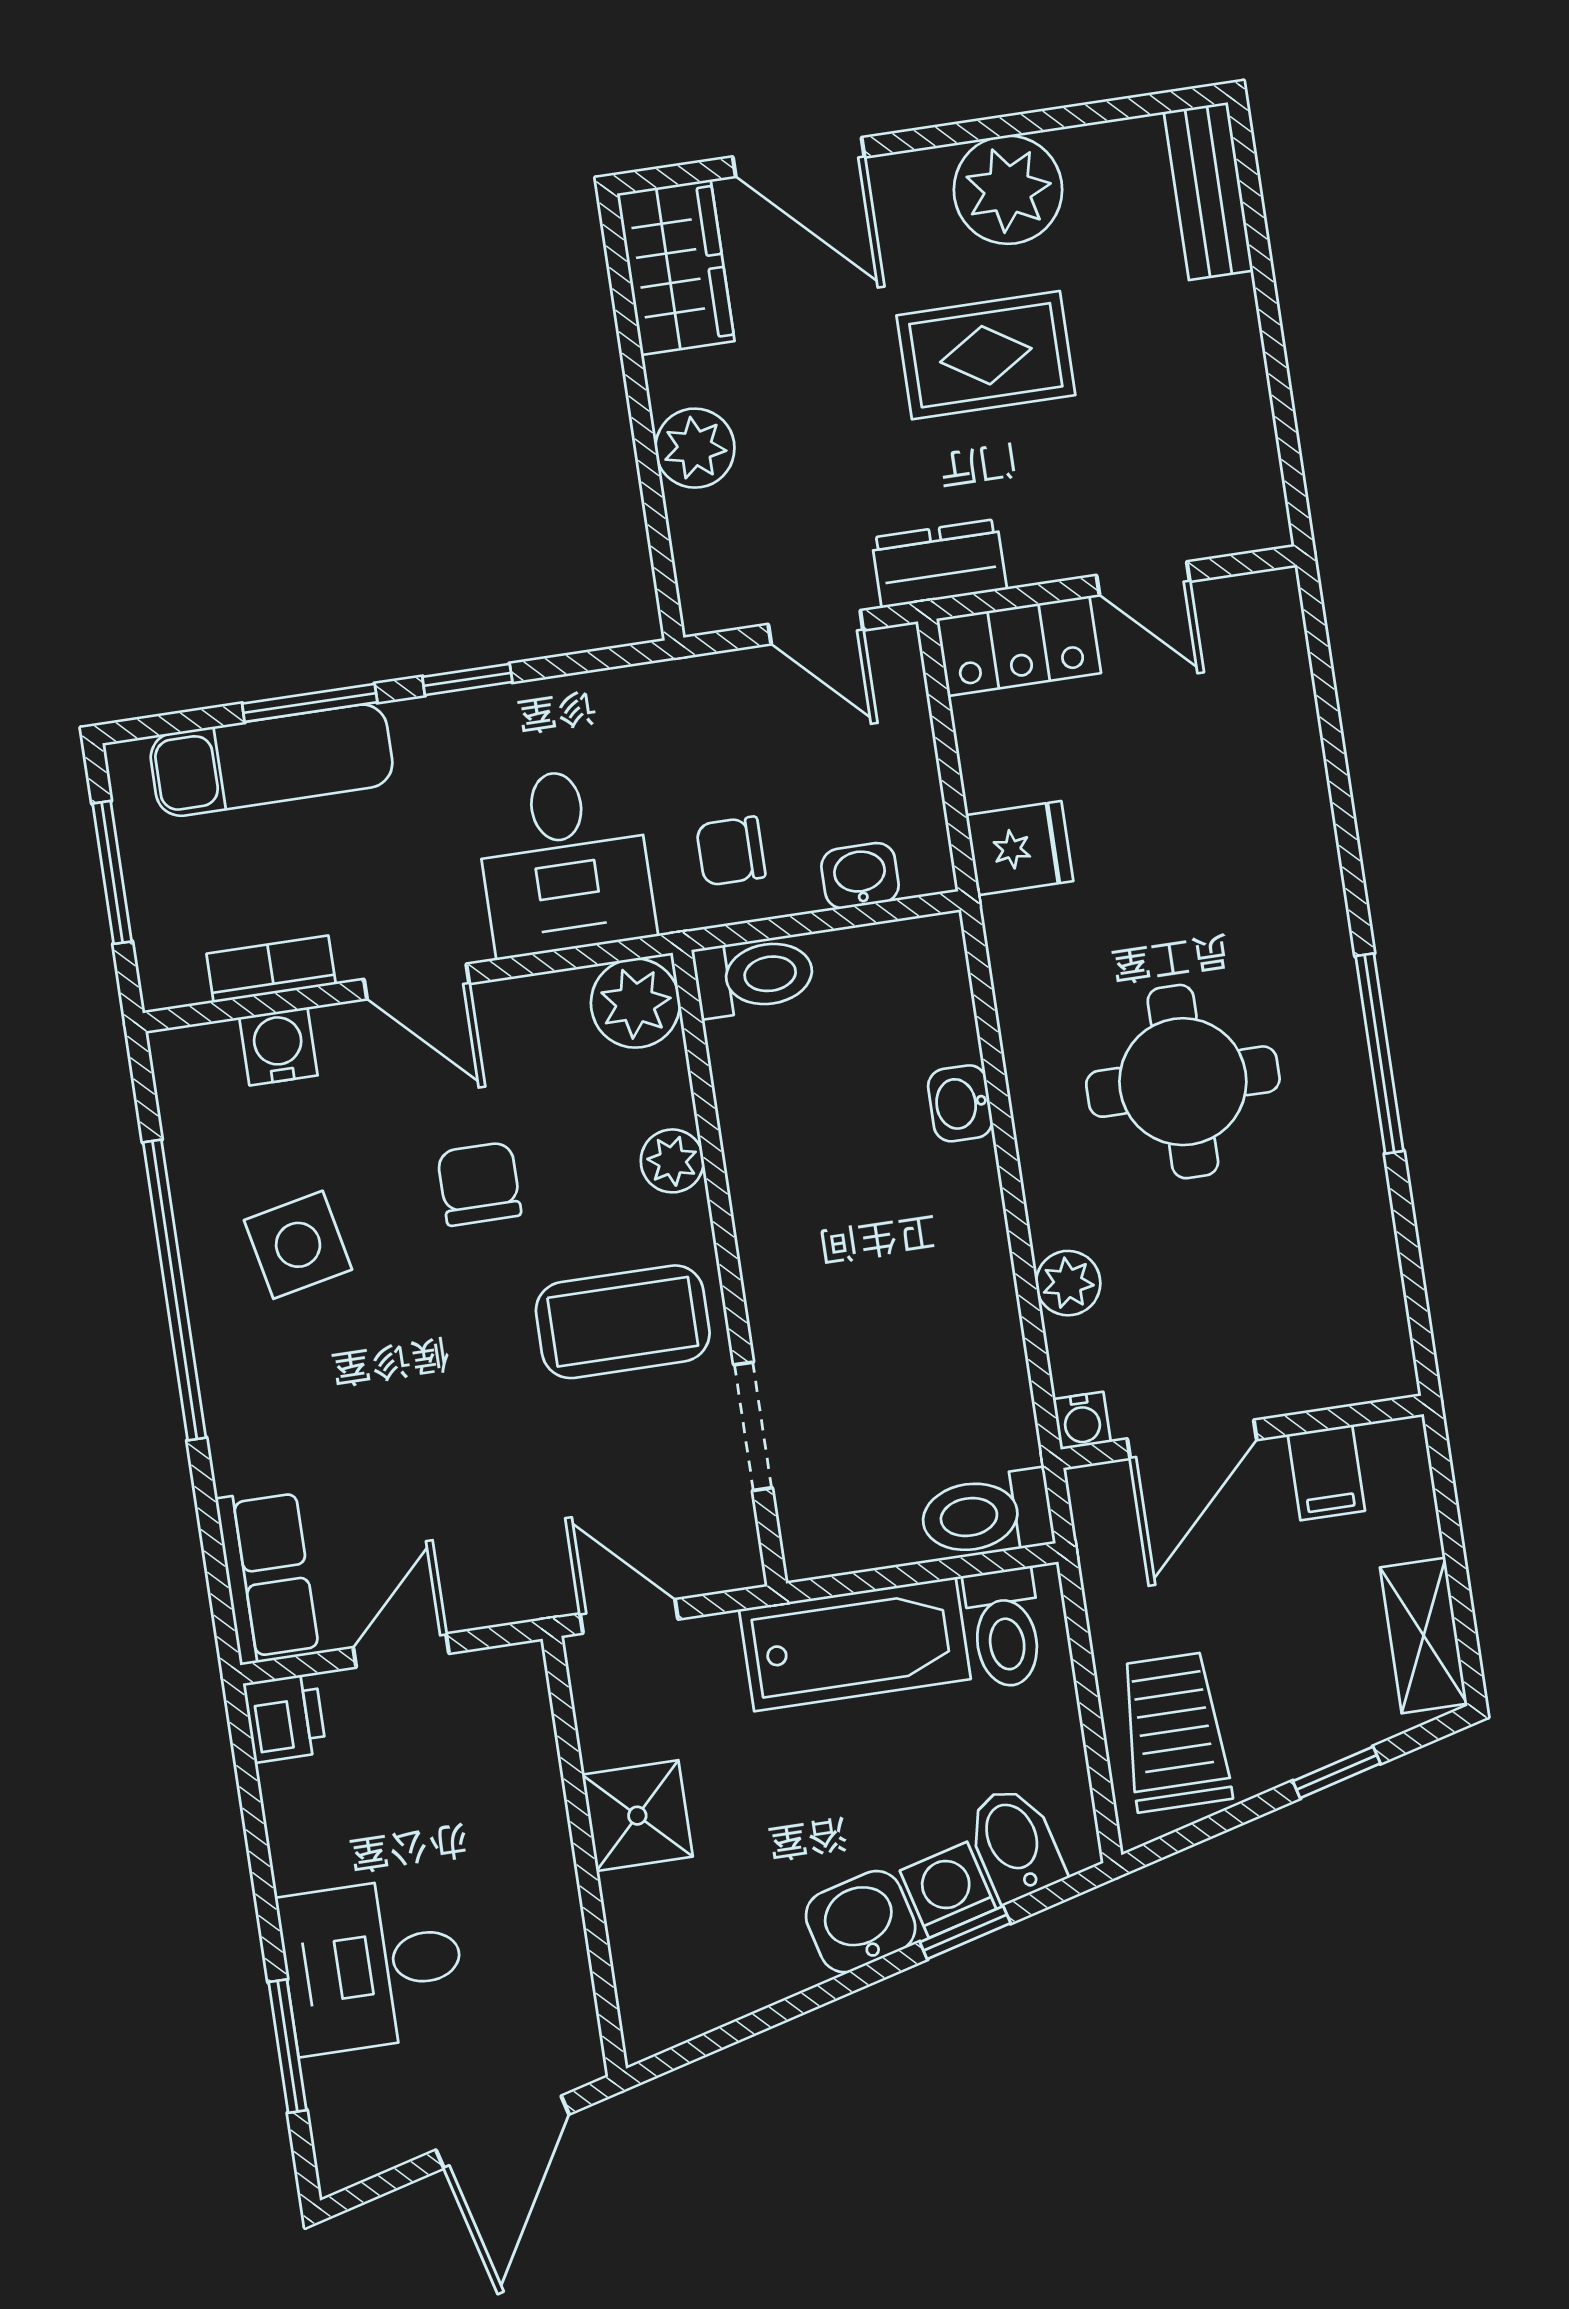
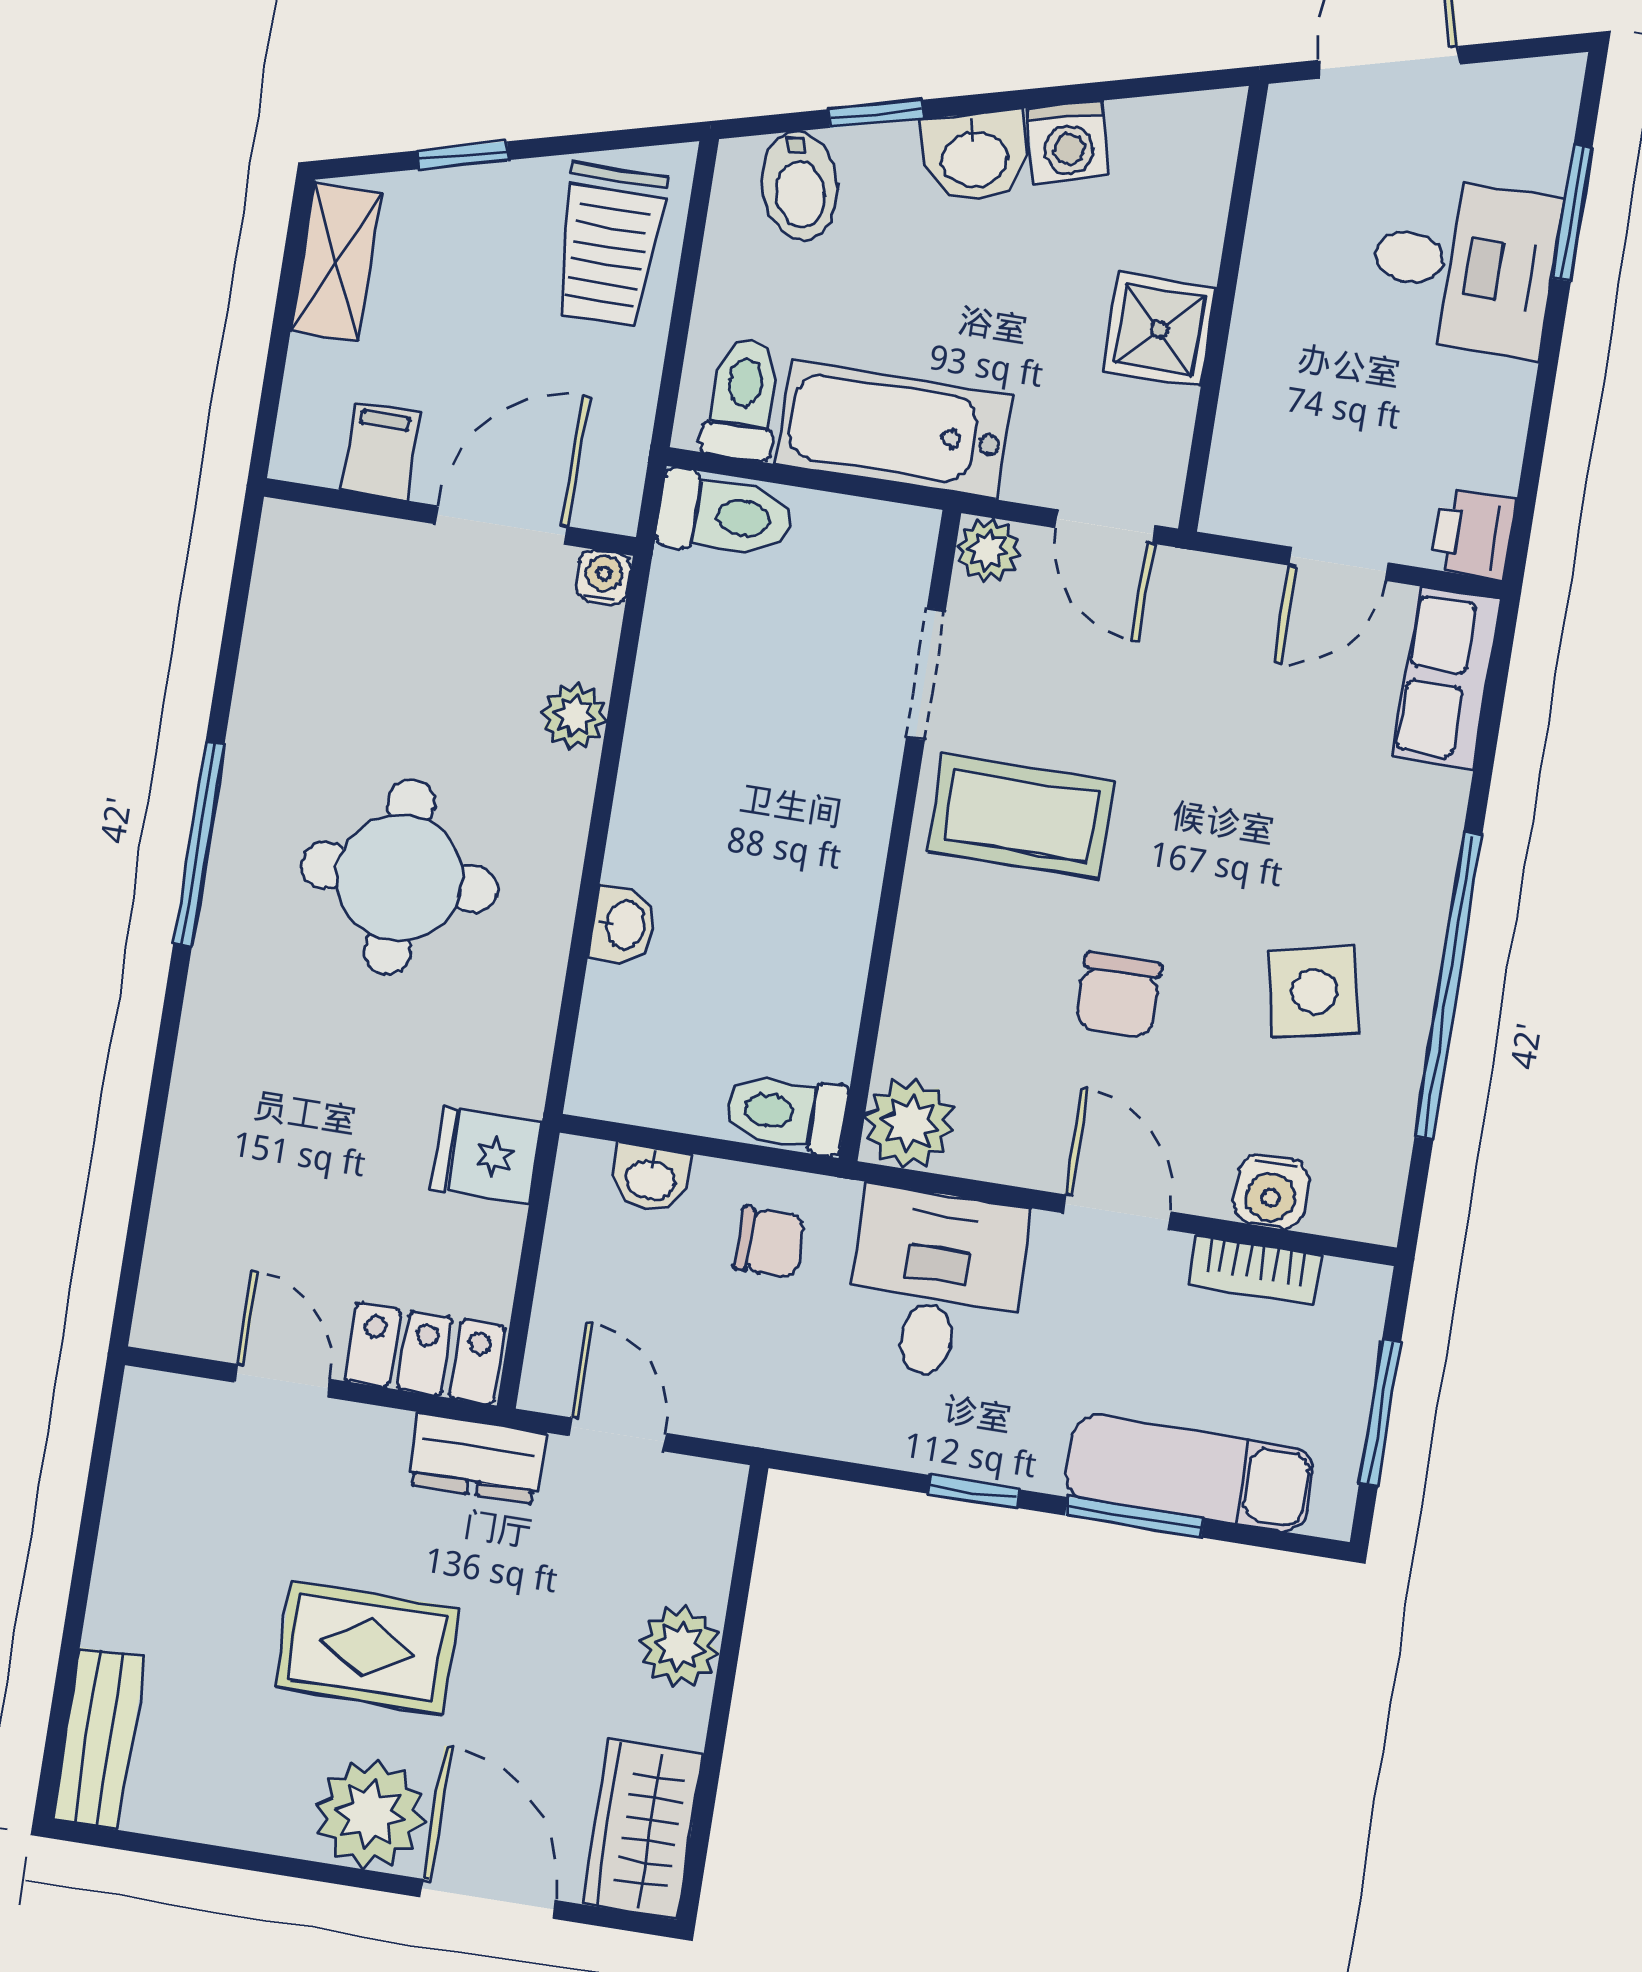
plant: (1008, 190) -> (370, 1814), moved
plant: (672, 1161) -> (988, 550), moved
washing machine: (948, 1890) -> (1068, 142), moved

